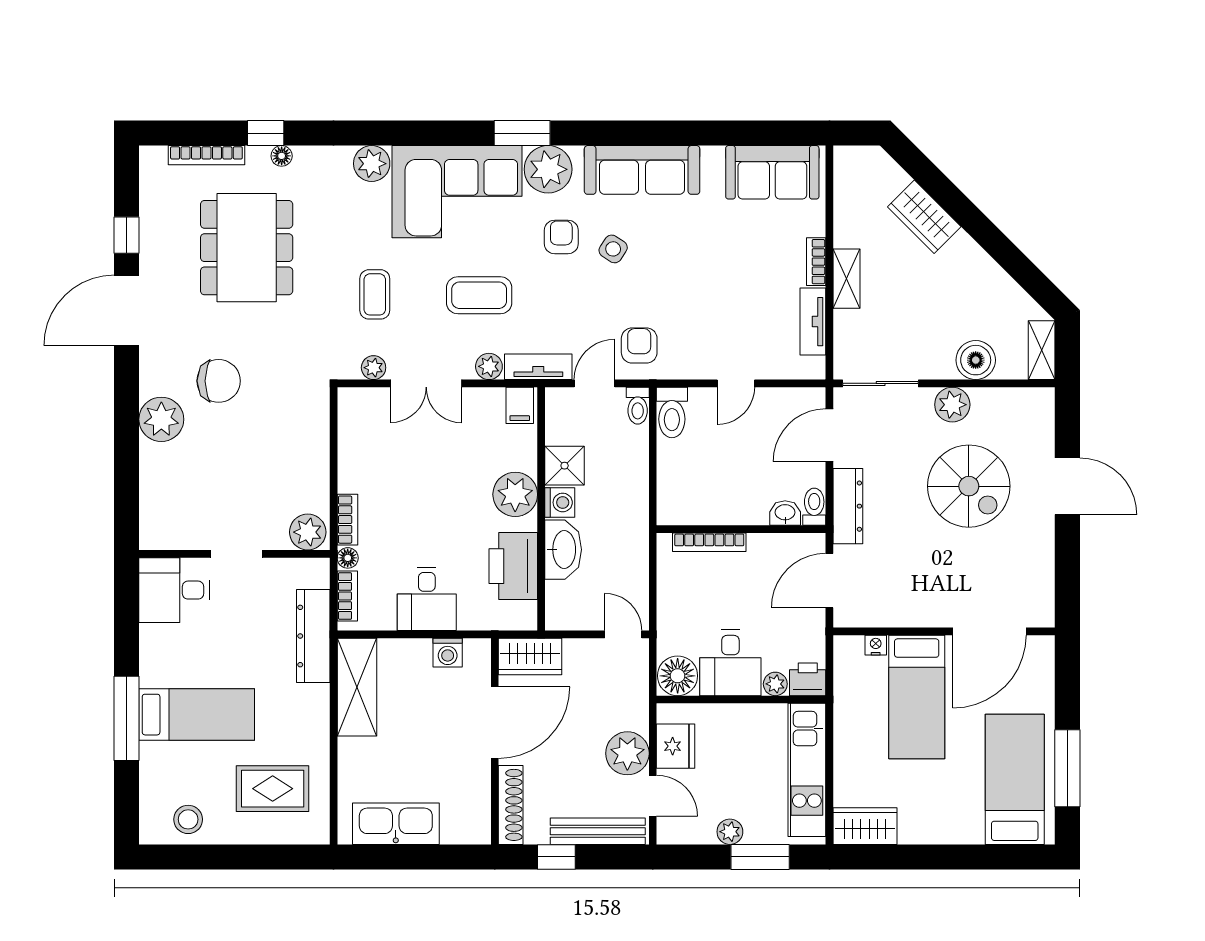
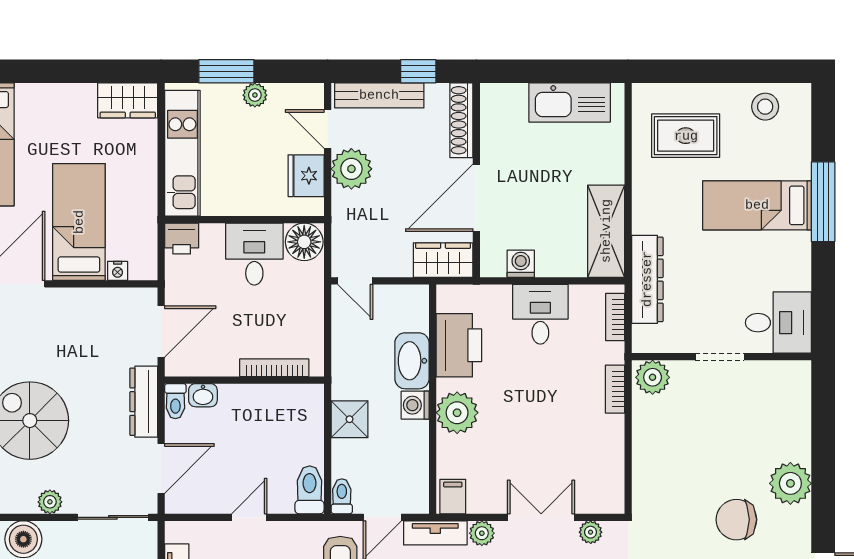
plant: (952, 405) -> (50, 502), width x0.73, depth x0.73
shower: (565, 466) -> (349, 419), moved
floor lamp: (348, 558) -> (615, 353), removed
plant: (775, 684) -> (212, 234), removed

